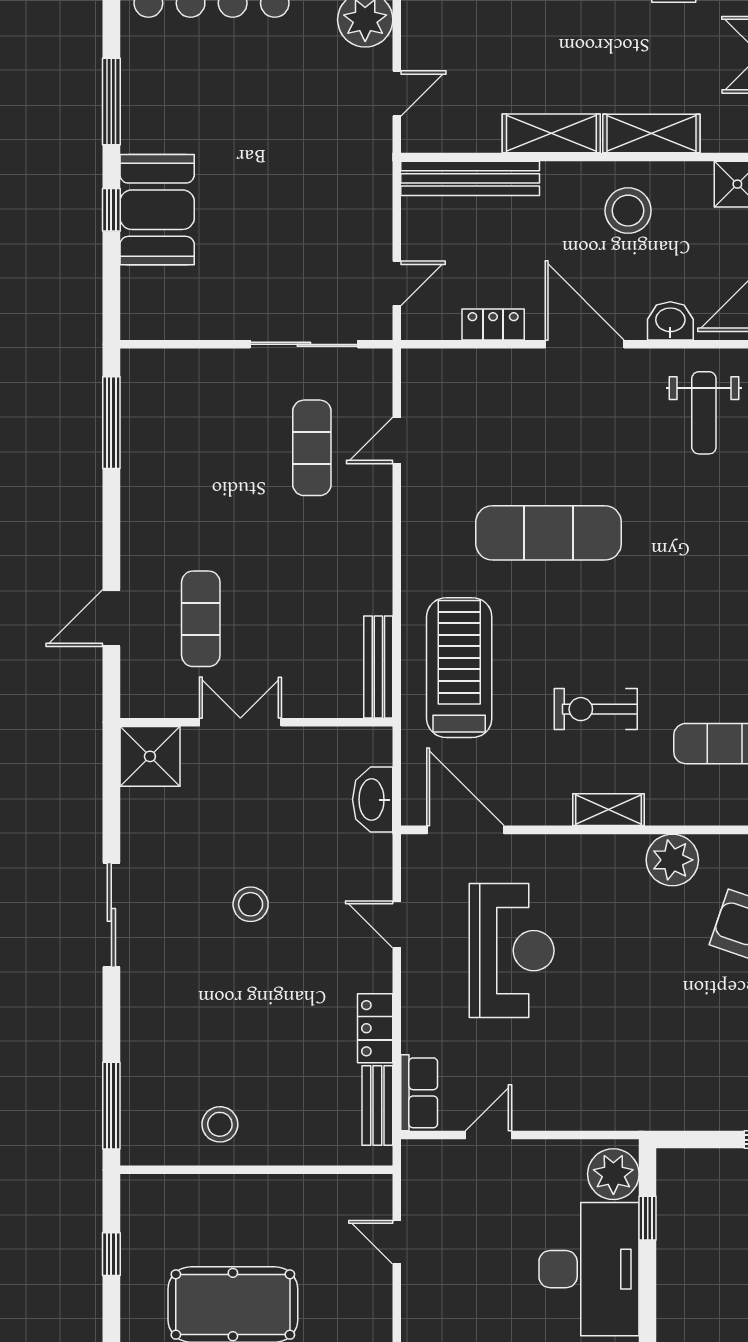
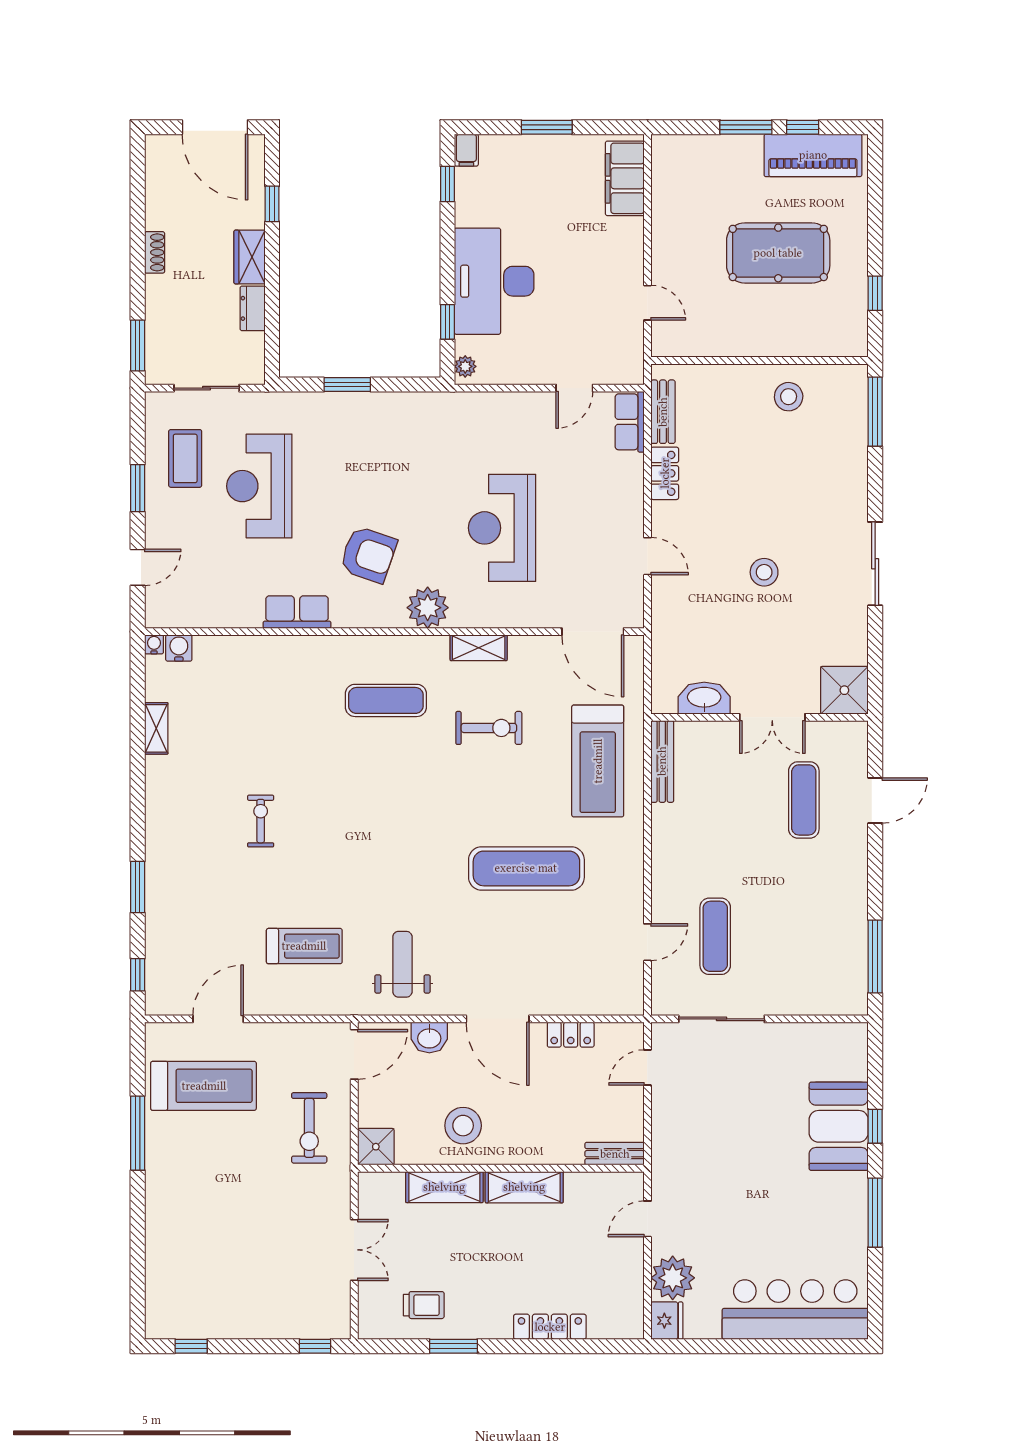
bench: (470, 178) -> (615, 1154), width x0.54, depth x0.82
washbasin: (373, 800) -> (704, 698), moved, turned -90
reception desk: (512, 951) -> (502, 528), moved
plant: (613, 1174) -> (465, 366), width x0.53, depth x0.53

